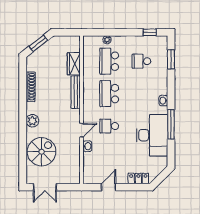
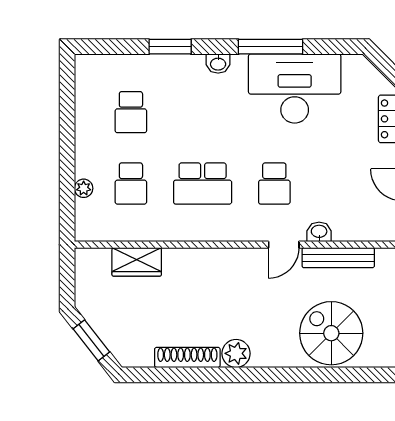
window: (150, 32) -> (67, 94), removed
window: (171, 59) -> (170, 47), moved
school desk: (109, 61) -> (131, 184), width x0.54
bench: (76, 92) -> (338, 258), moved
plant: (32, 121) -> (236, 353), moved
door: (82, 130) -> (284, 245), swing flipped

